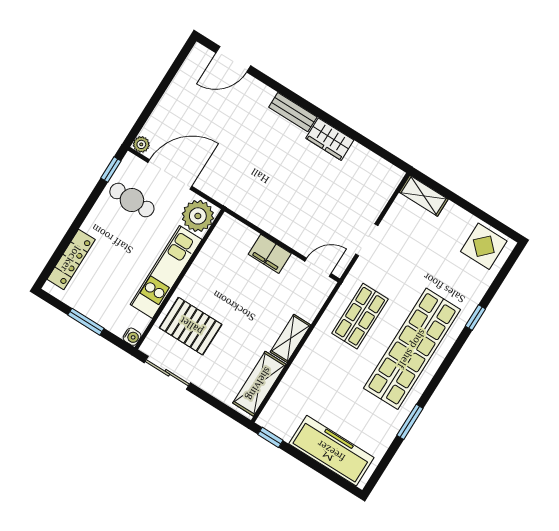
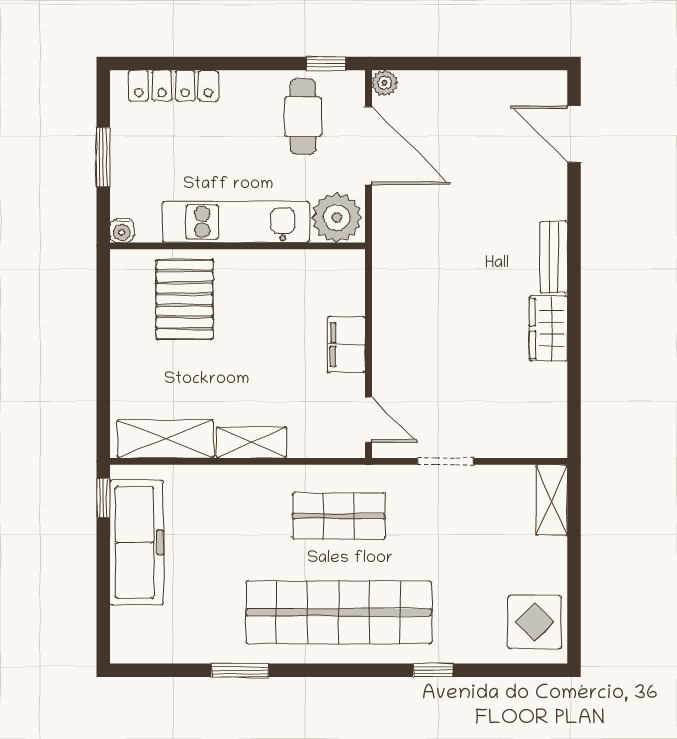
sliding door: (167, 373) -> (103, 307), removed
freezer: (331, 451) -> (137, 542), moved

